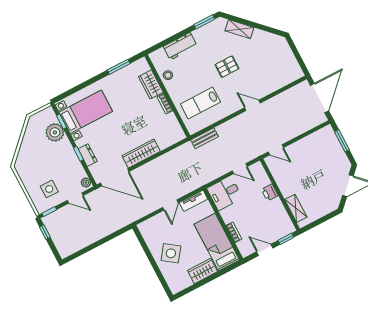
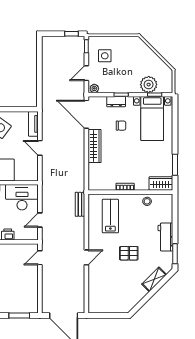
workbench: (180, 46) -> (165, 237), moved
pallet: (227, 67) -> (129, 253), turned 90
wardrobe: (151, 84) -> (161, 183), moved
chair: (108, 138) -> (121, 126), added
door: (115, 177) -> (86, 114), hinge flipped
desk: (225, 193) -> (22, 197), width x1.37
tv unit: (193, 201) -> (33, 124), moved

